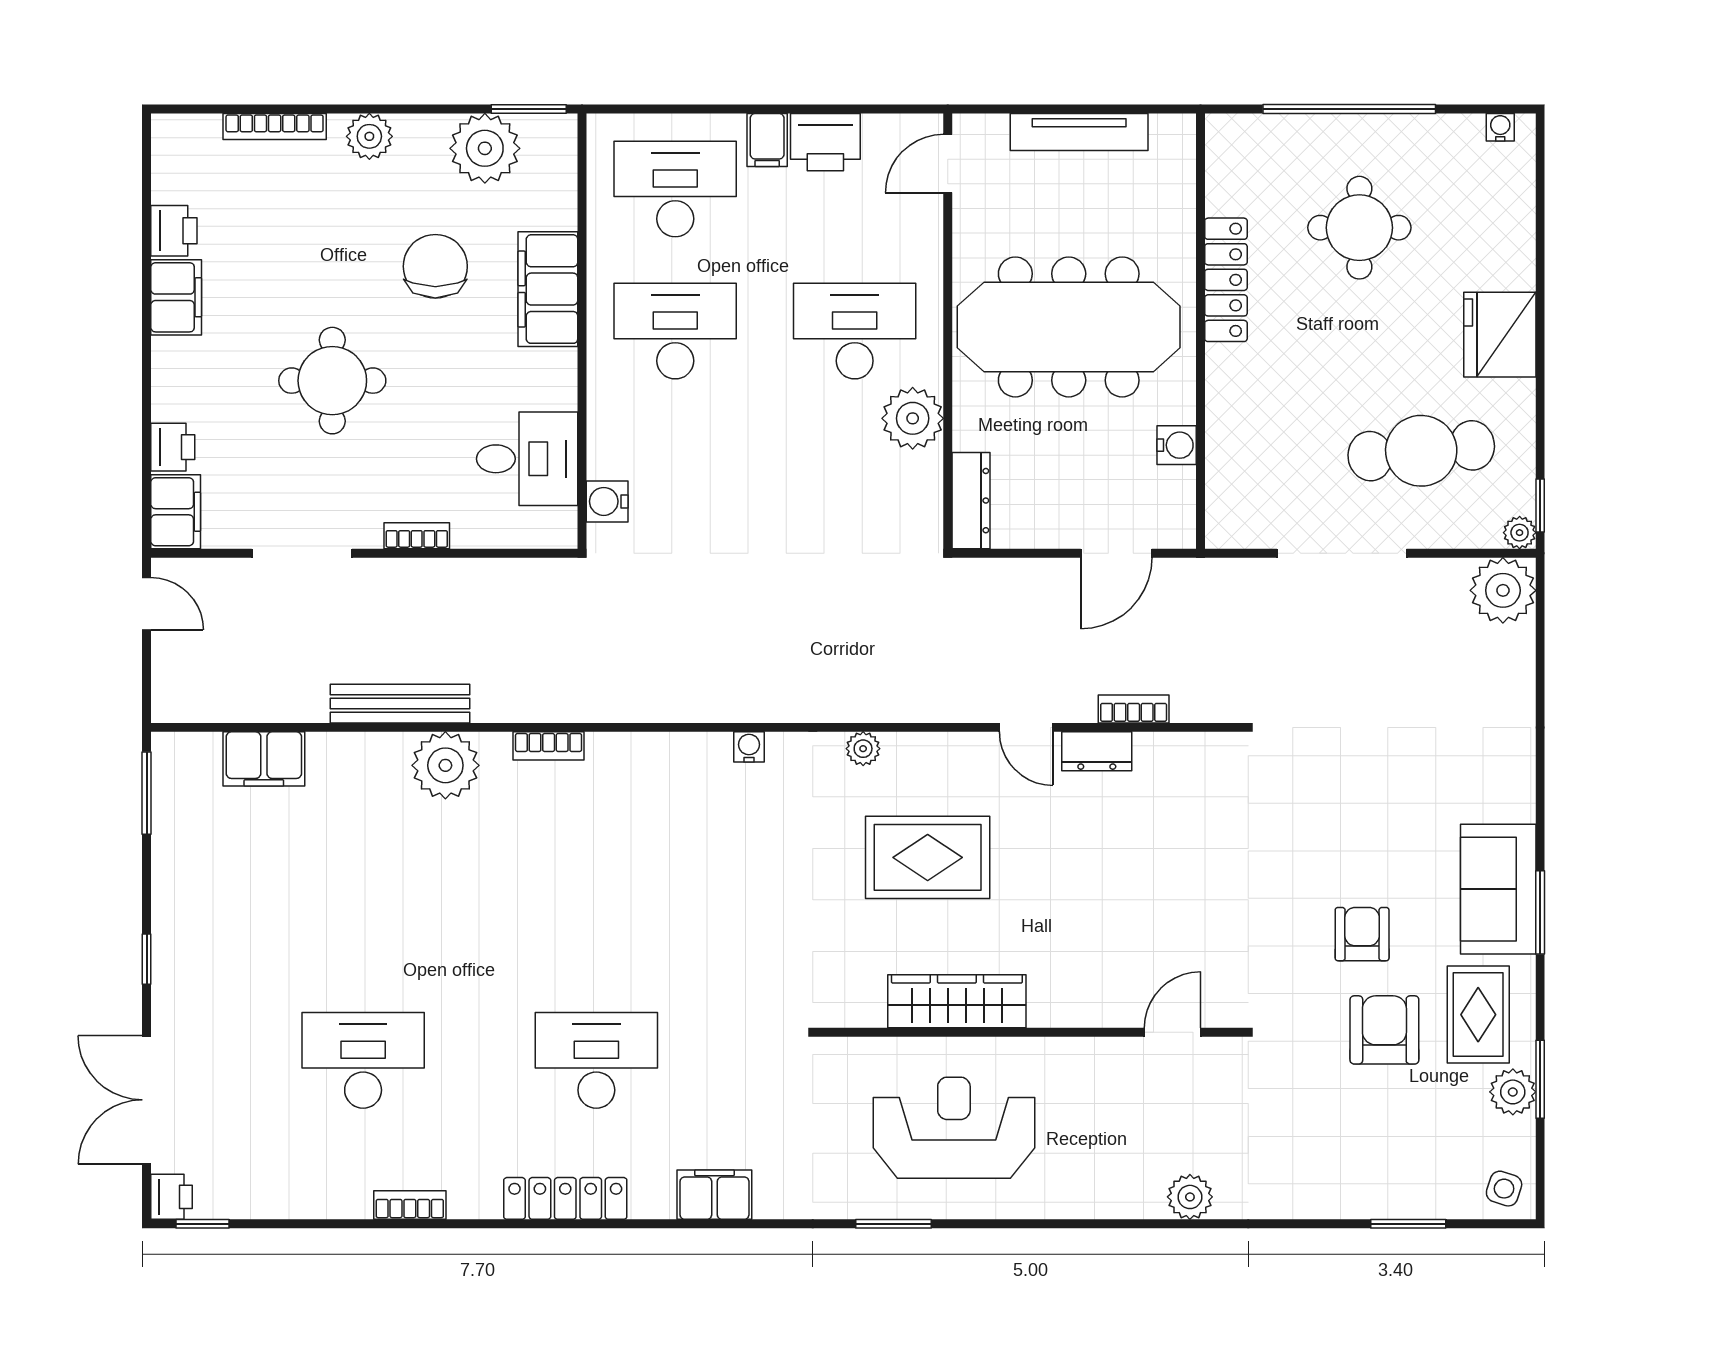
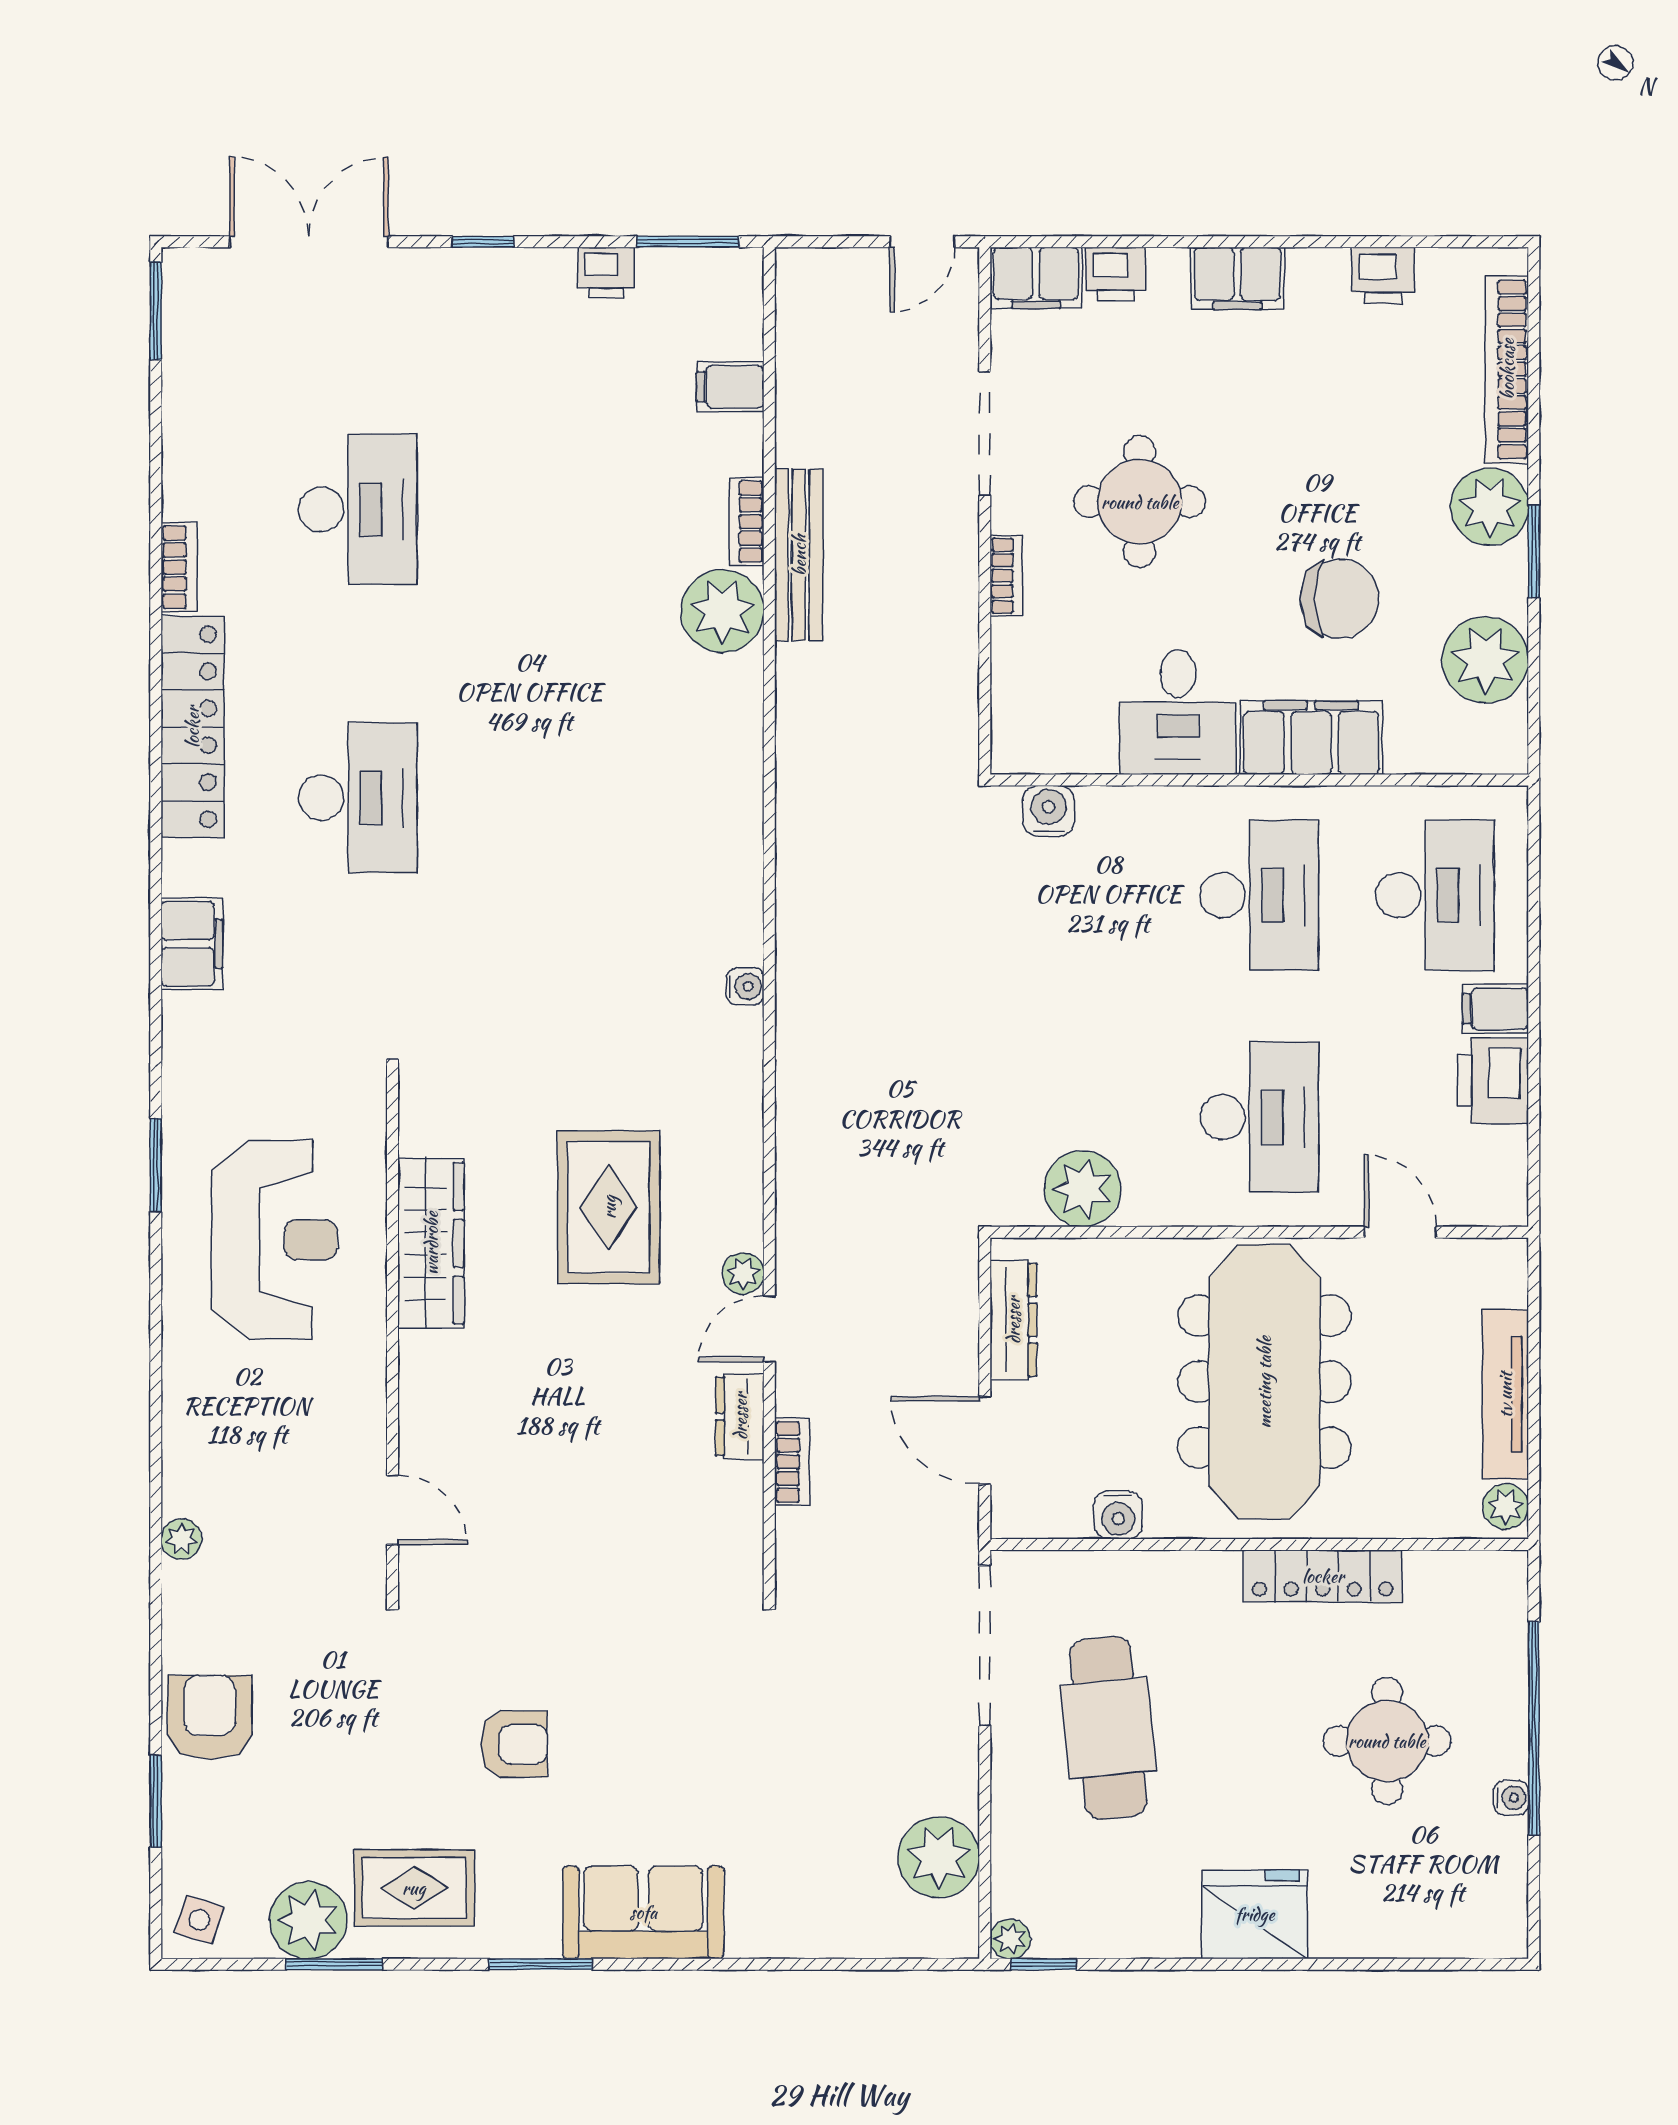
window: (529, 109) -> (1534, 552), moved
bookcase: (275, 127) -> (1507, 369), width x1.48, depth x1.31
water cooler: (1500, 127) -> (1511, 1798), moved
plant: (1170, 132) -> (1506, 1507), added
plant: (369, 136) -> (1490, 507), width x1.36, depth x1.36
door: (948, 164) -> (1400, 1232), moved
filing cabinet: (176, 297) -> (1237, 278), moved
round table: (332, 381) -> (1140, 502), moved
plant: (913, 418) -> (1083, 1189), moved
cafe table: (1421, 451) -> (1108, 1728), moved
desk: (527, 459) -> (1178, 712), moved
dresser: (971, 501) -> (1013, 1320), moved, turned -90
doorway: (1342, 553) -> (985, 1646), moved
plant: (1503, 590) -> (939, 1857), moved
bookcase: (549, 746) -> (746, 522), moved
plant: (863, 749) -> (743, 1273), moved
filing cabinet: (264, 759) -> (730, 387), width x0.50
sofa: (1498, 889) -> (643, 1912), moved
armchair: (1384, 1030) -> (210, 1717), moved, turned -90
plant: (1513, 1092) -> (308, 1920), width x1.36, depth x1.36
printer: (172, 1197) -> (606, 273), moved
plant: (1190, 1197) -> (181, 1539), width x0.73, depth x0.73
locker: (565, 1198) -> (192, 727), width x1.41, depth x1.21
window: (202, 1224) -> (156, 311), width x1.50

